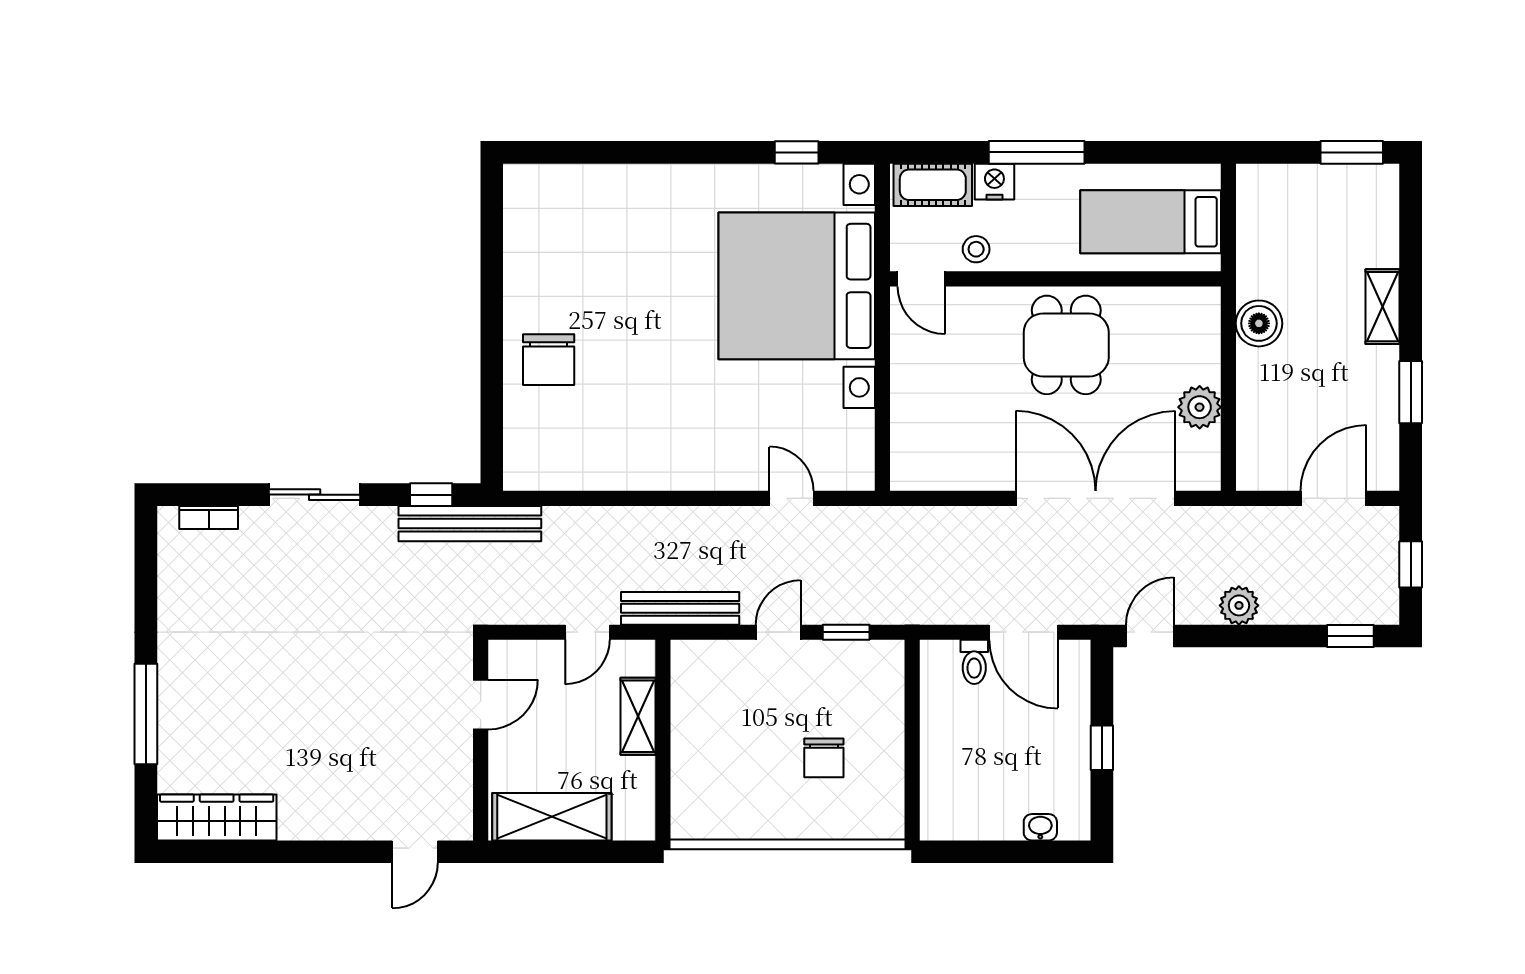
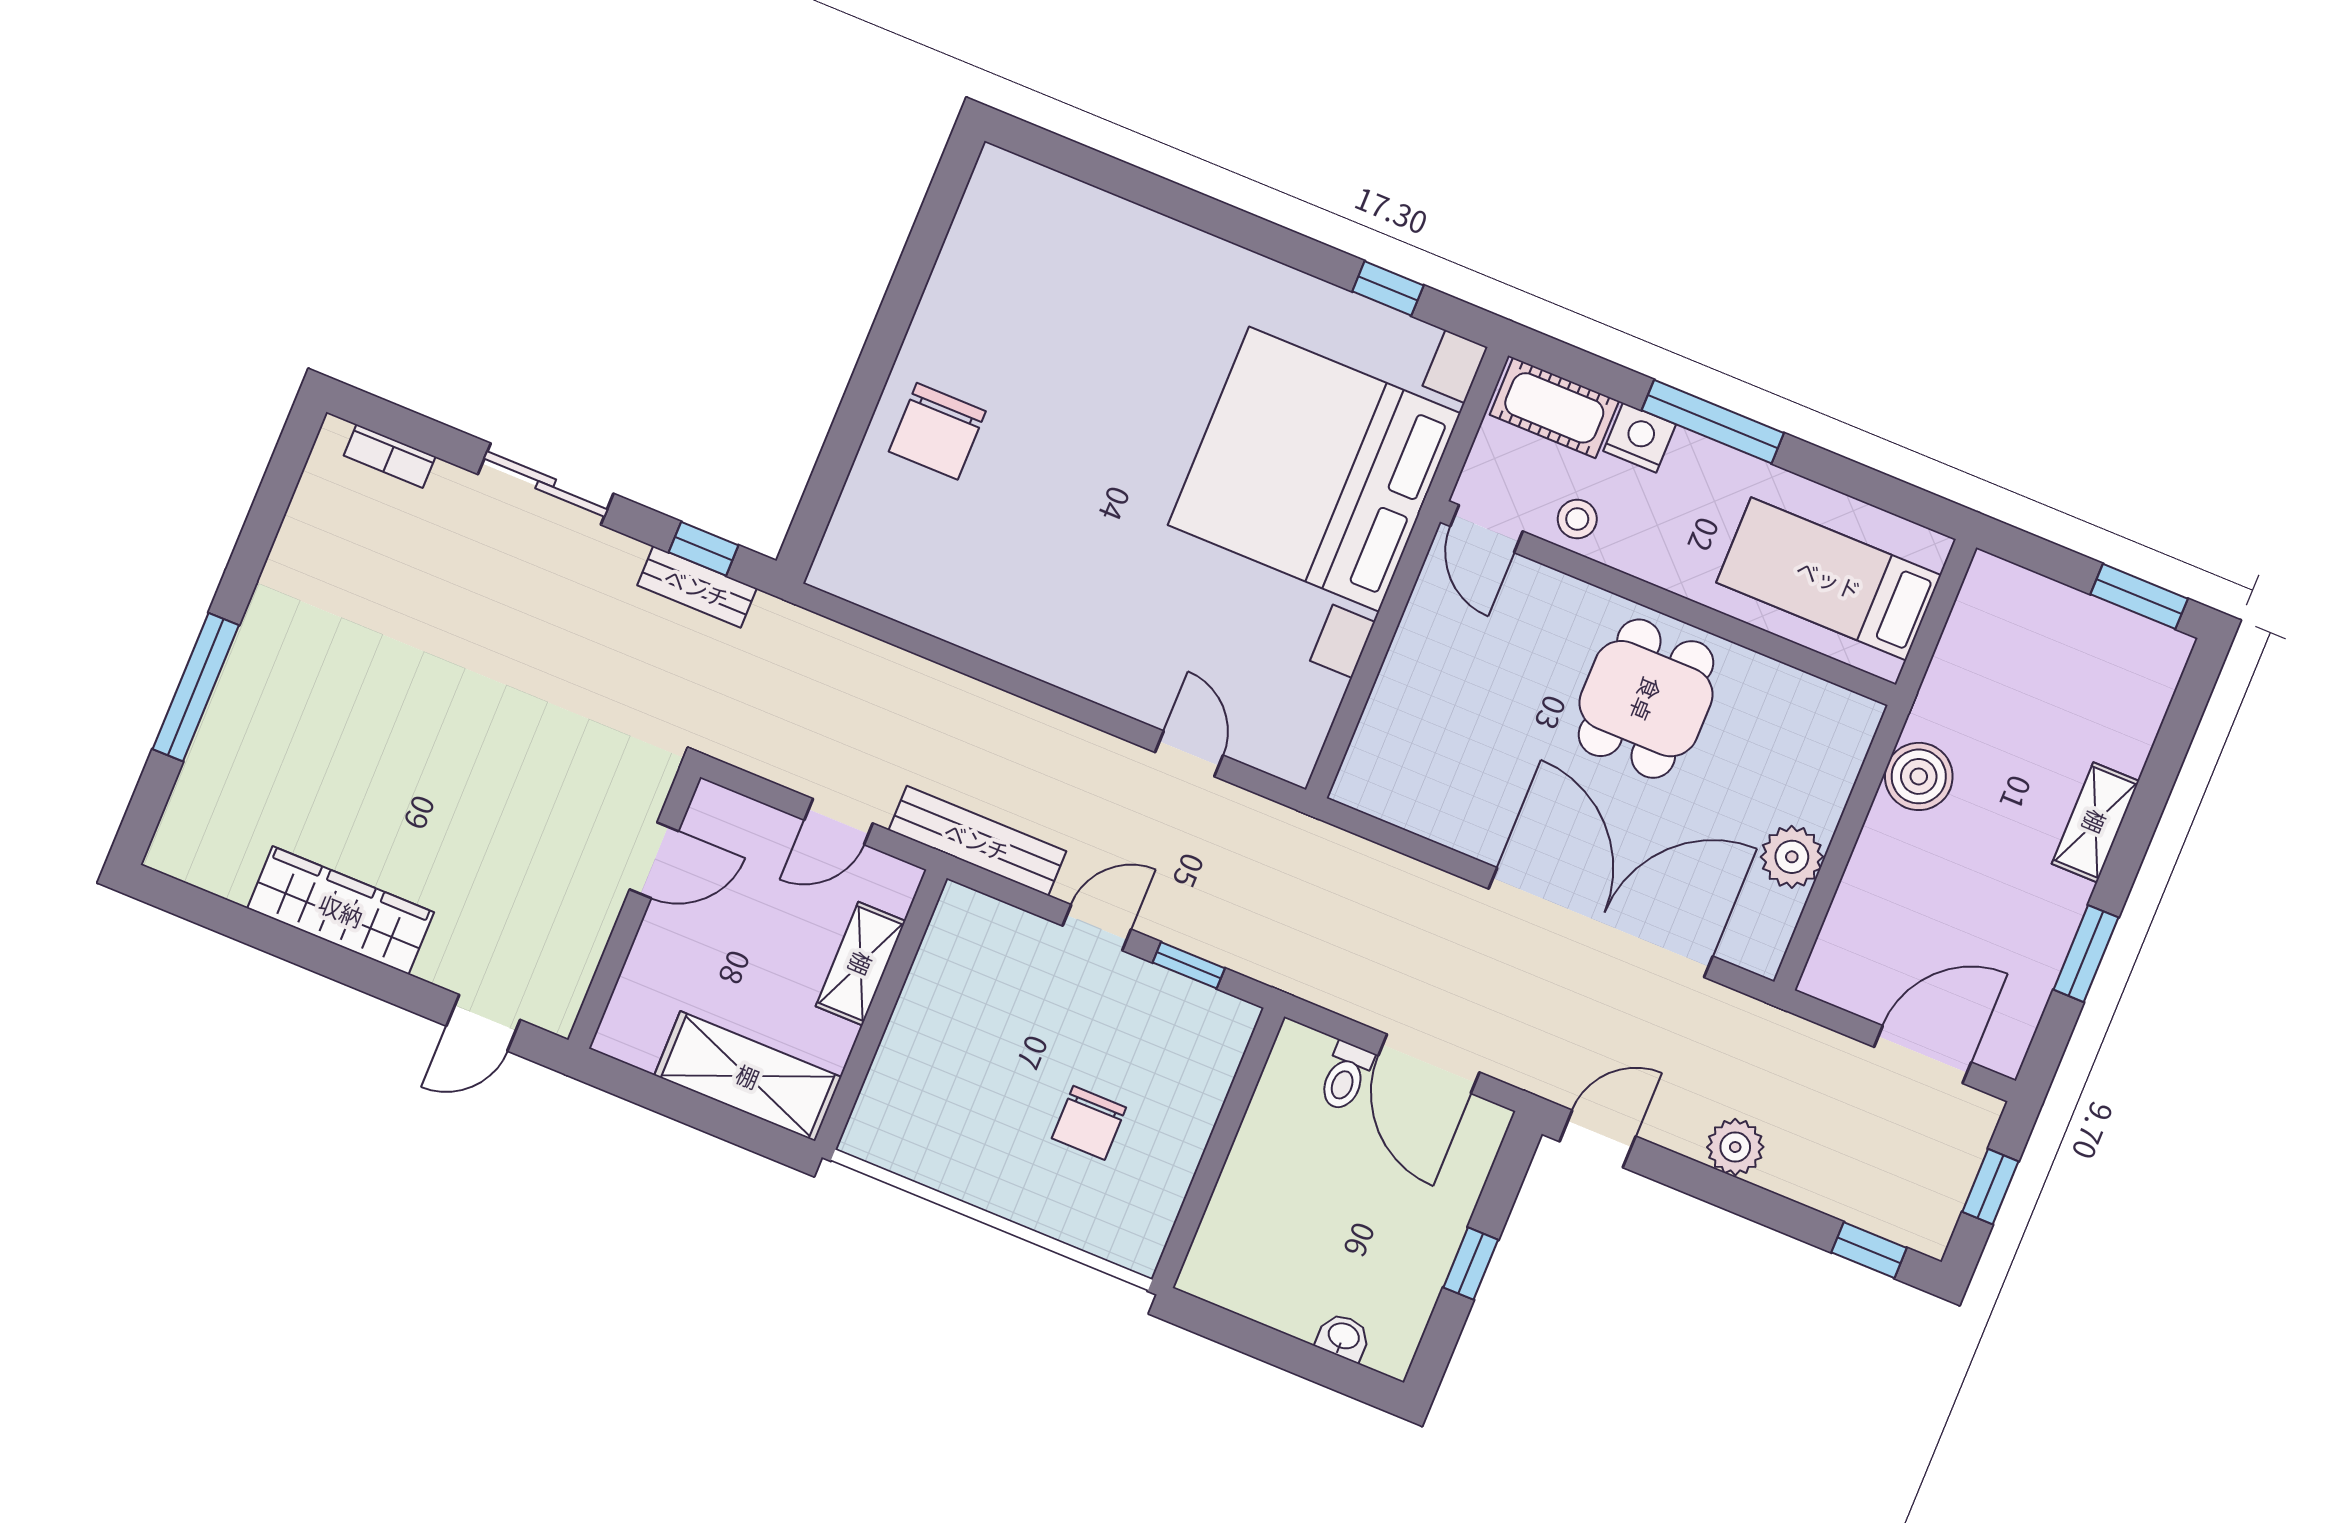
bench: (470, 524) -> (697, 587), width x0.54, depth x0.82
wardrobe: (217, 817) -> (341, 910), moved
shelving: (552, 817) -> (748, 1076), moved

